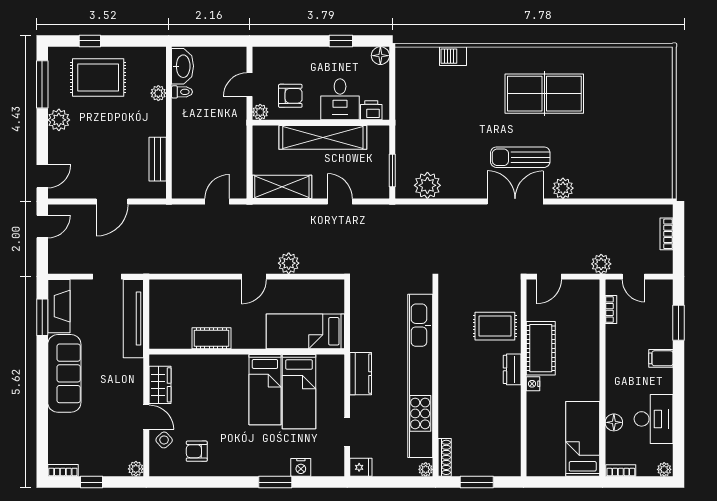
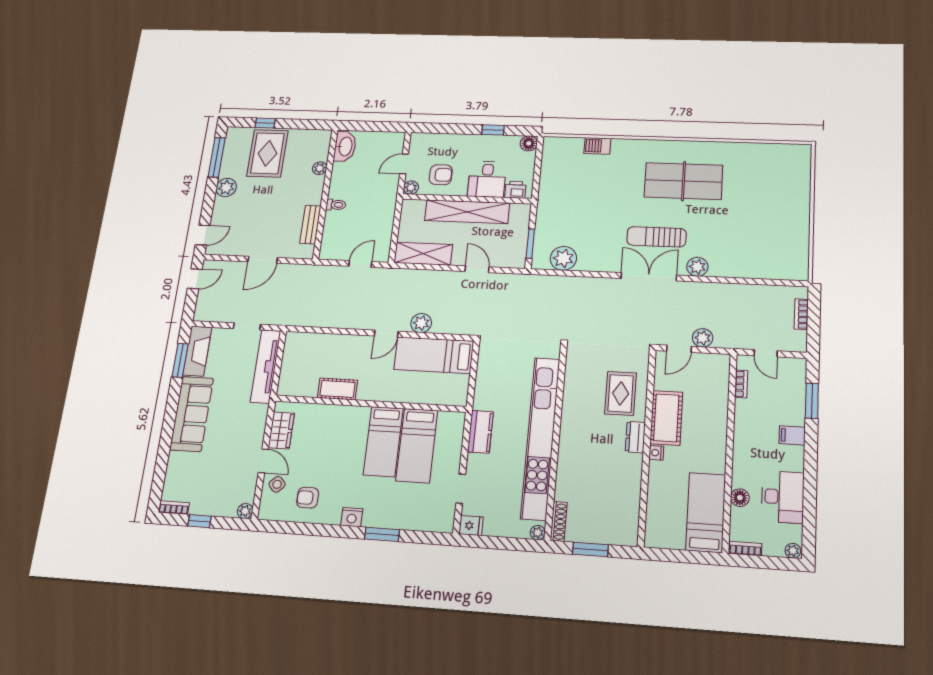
rug: (98, 77) -> (267, 153), turned 90
toilet: (182, 92) -> (336, 205), moved
plant: (601, 264) -> (703, 338), moved
rug: (495, 326) -> (621, 393), turned 90
bed: (305, 331) -> (434, 355), moved
nightstand: (301, 467) -> (352, 517), moved

